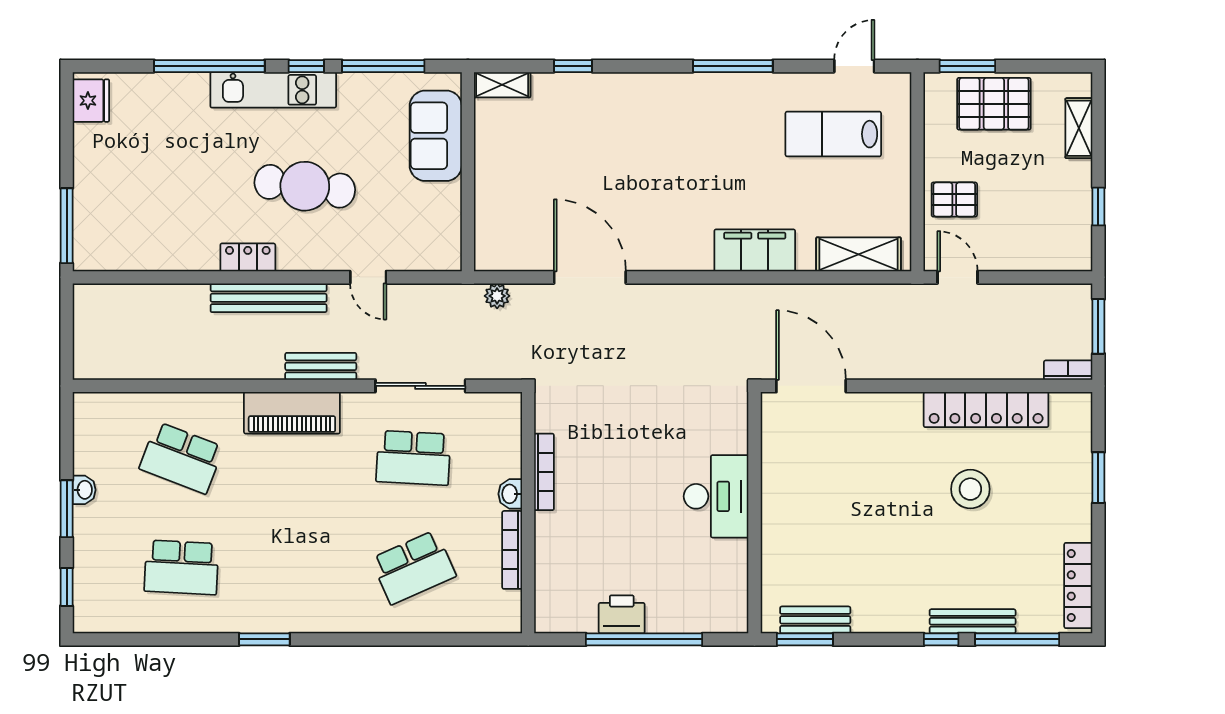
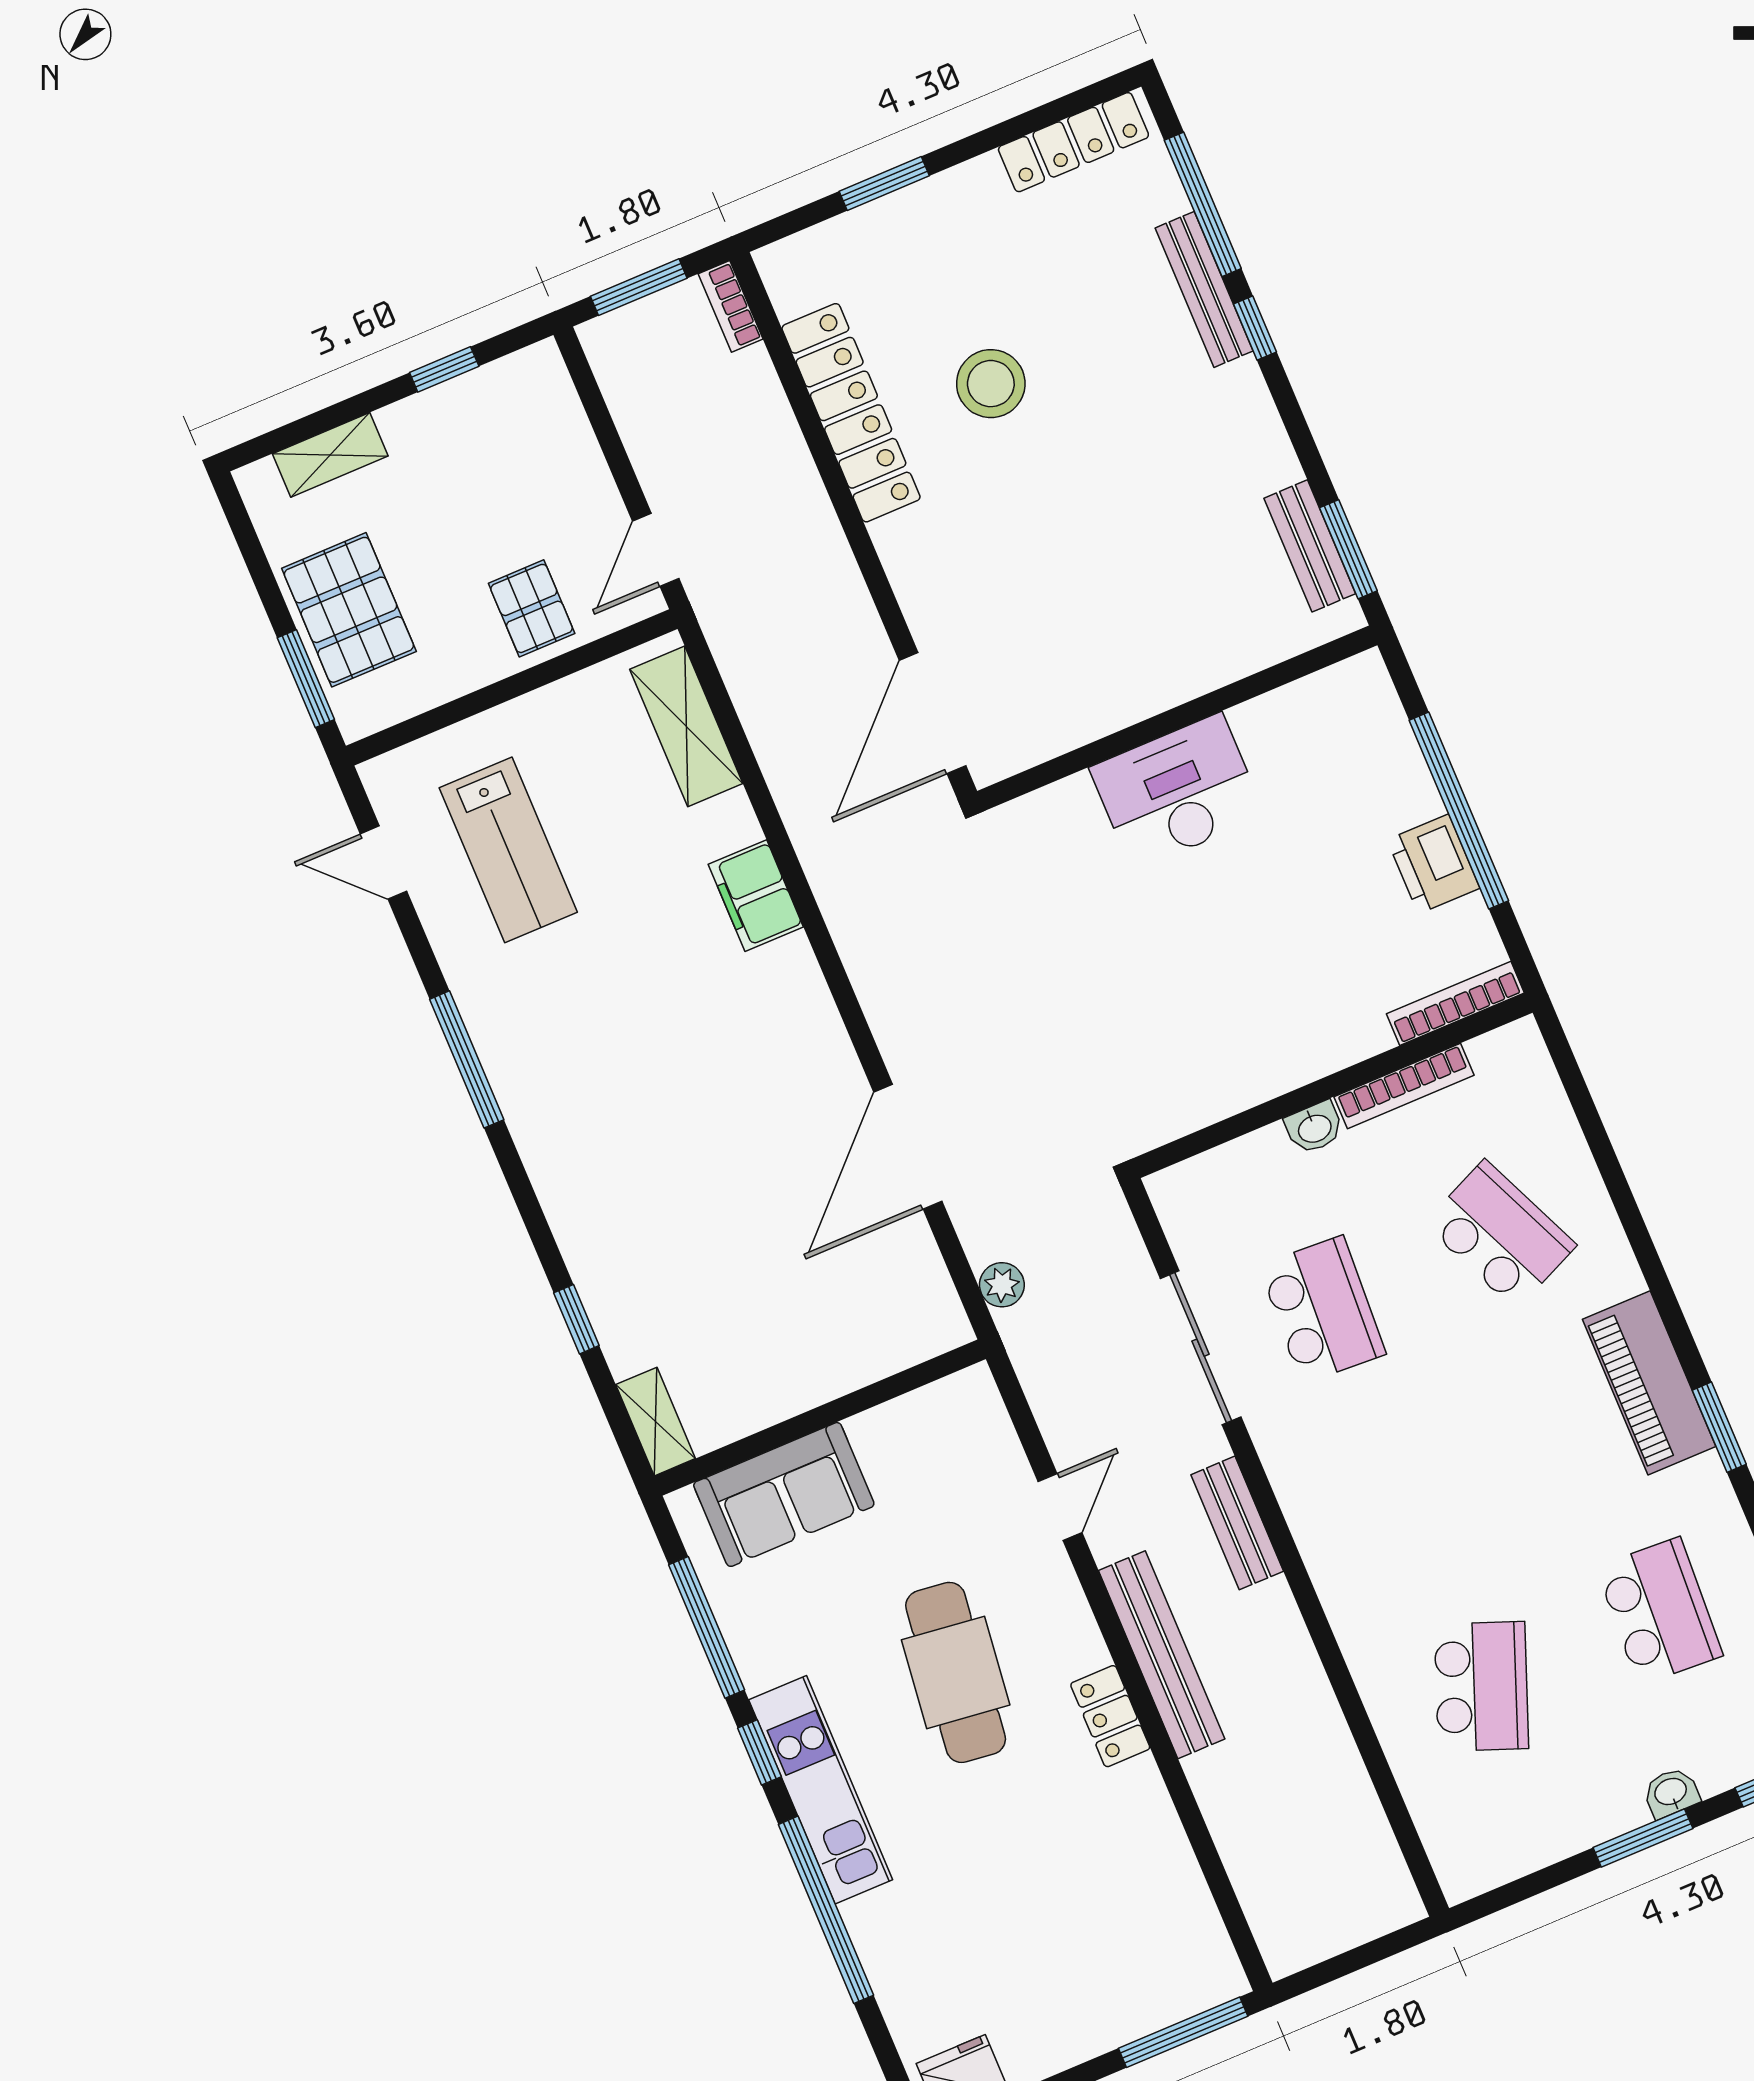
filing cabinet: (755, 250) -> (756, 896), width x0.67, depth x0.86
piano: (292, 413) -> (1649, 1383), moved, turned 180
bookcase: (544, 472) -> (1455, 1003), moved
washbasin: (84, 490) -> (1671, 1793), moved

